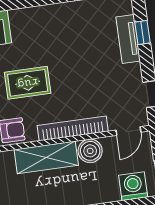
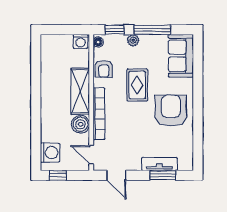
window: (142, 32) -> (163, 175), width x1.50
armchair: (55, 34) -> (171, 111), added

